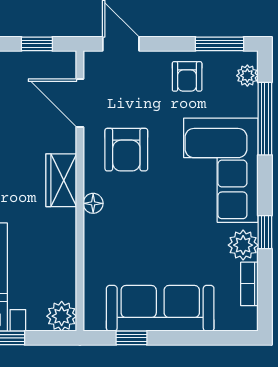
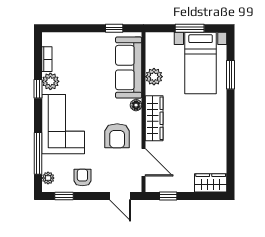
window: (219, 44) -> (64, 196), width x0.67
armchair: (126, 150) -> (117, 136), turned 180
wardrobe: (61, 180) -> (154, 118), width x1.50
sofa: (160, 308) -> (129, 68), moved, turned 90
plant: (62, 316) -> (154, 77), moved

